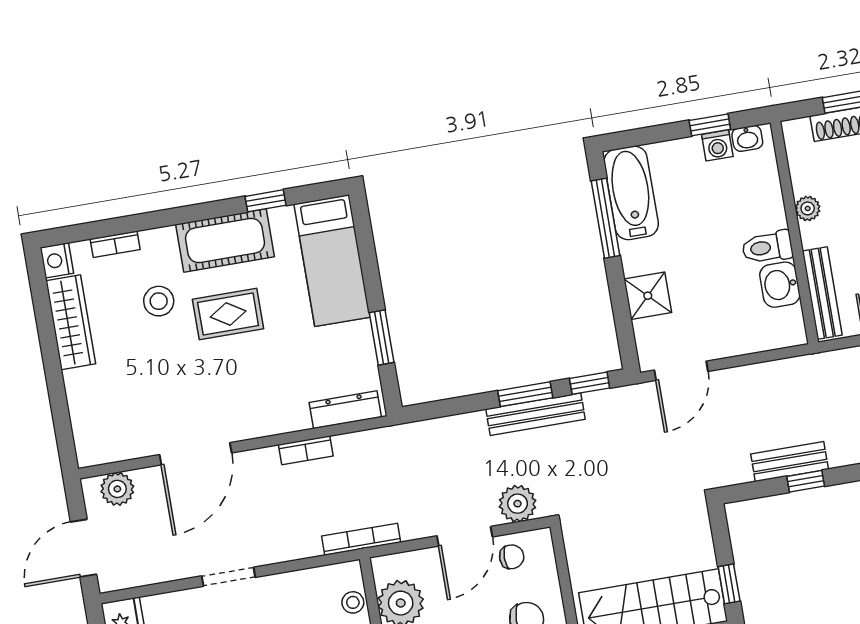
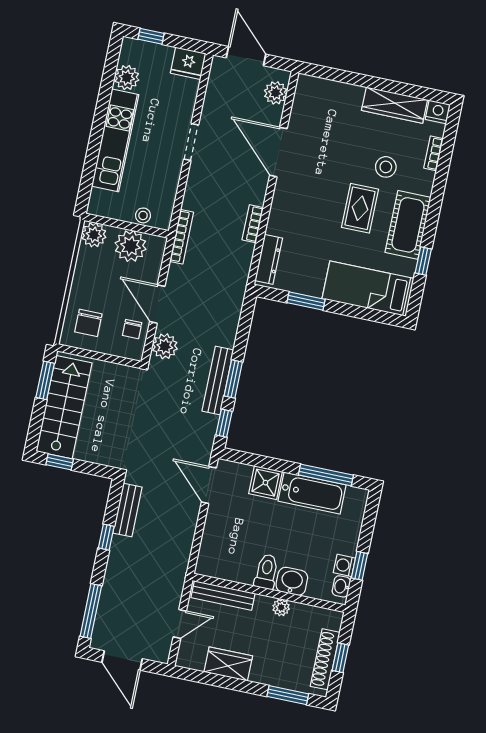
bathtub: (631, 193) -> (312, 493), moved
washbasin: (780, 285) -> (292, 581), moved
bench: (790, 462) -> (127, 510), moved

